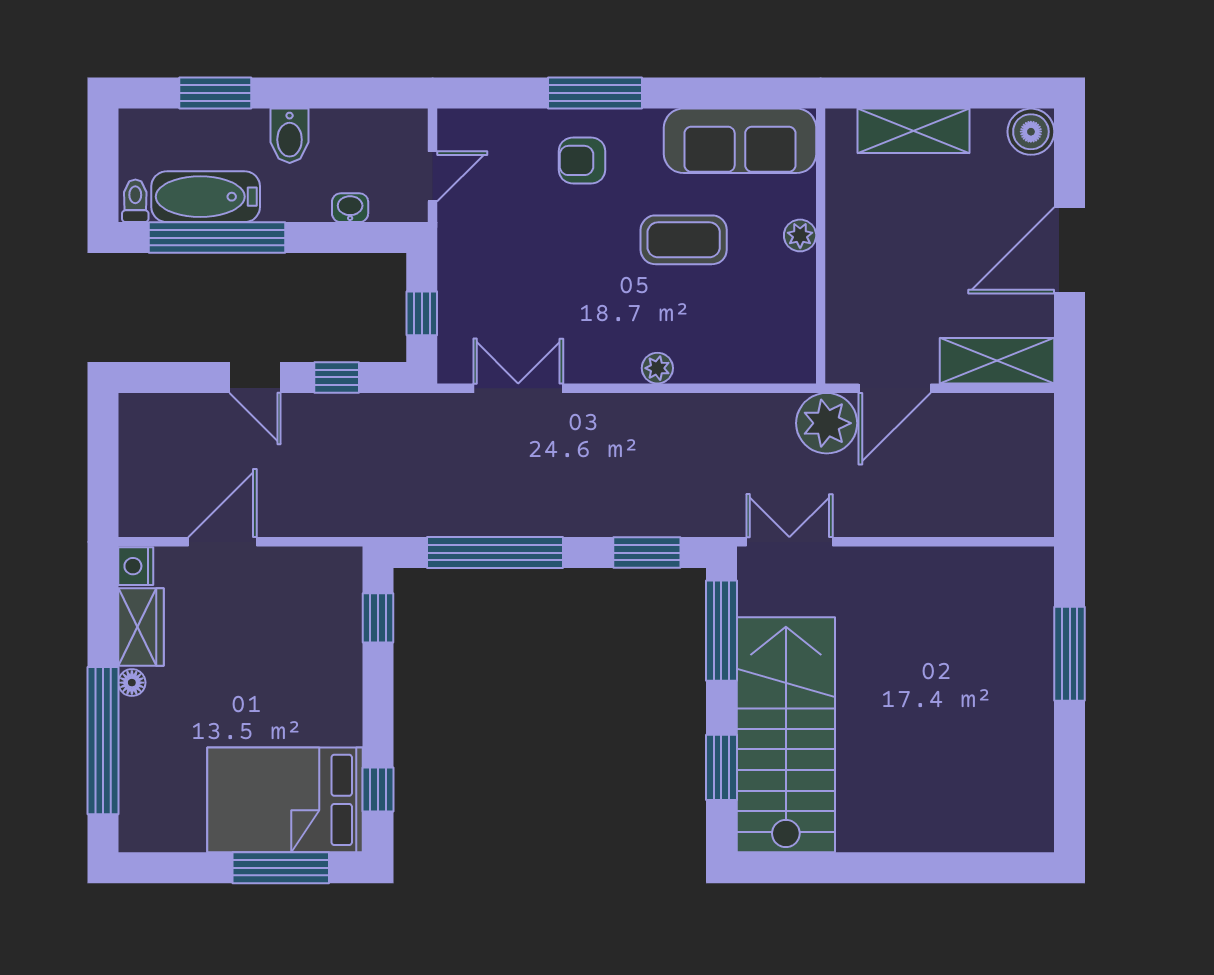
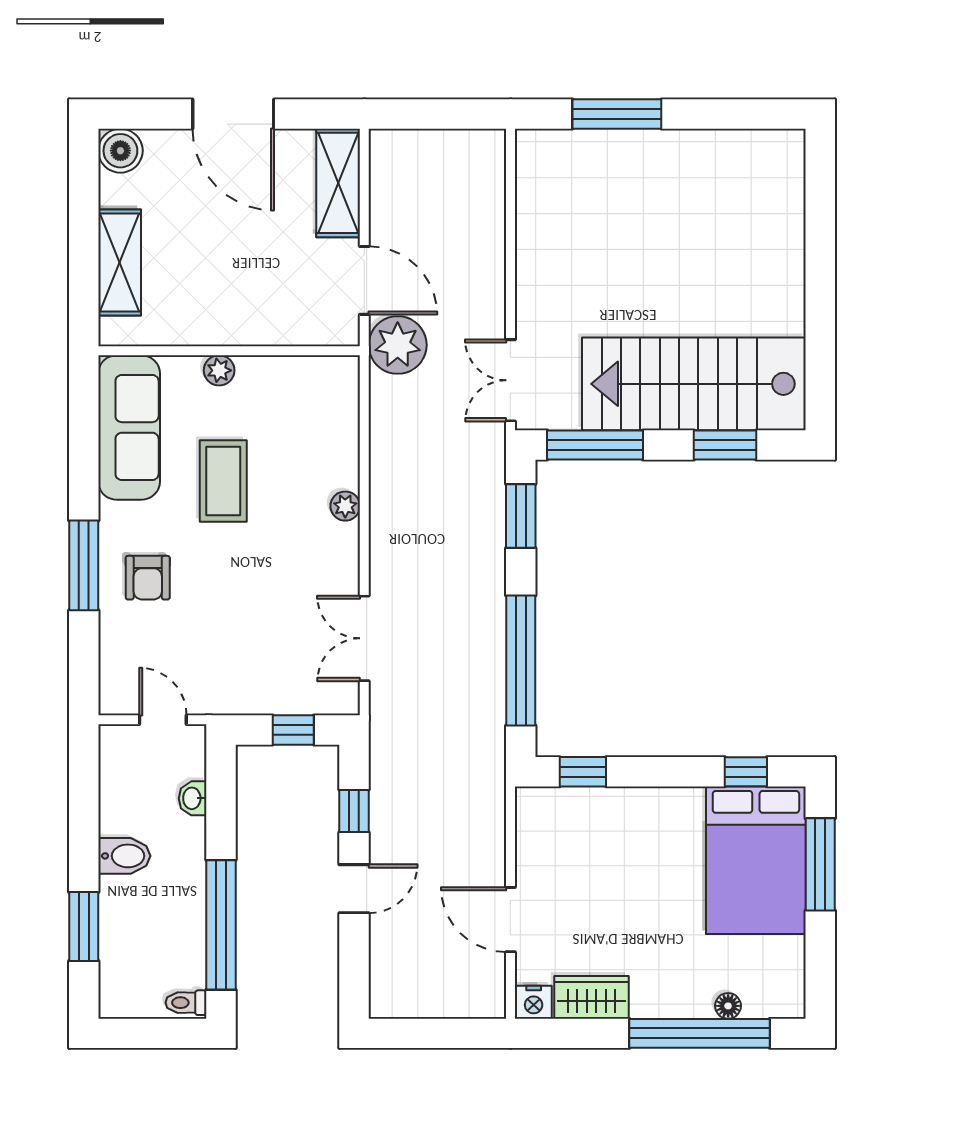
bathtub: (206, 197) -> (182, 936), removed
floor lamp: (132, 683) -> (728, 1006), moved

